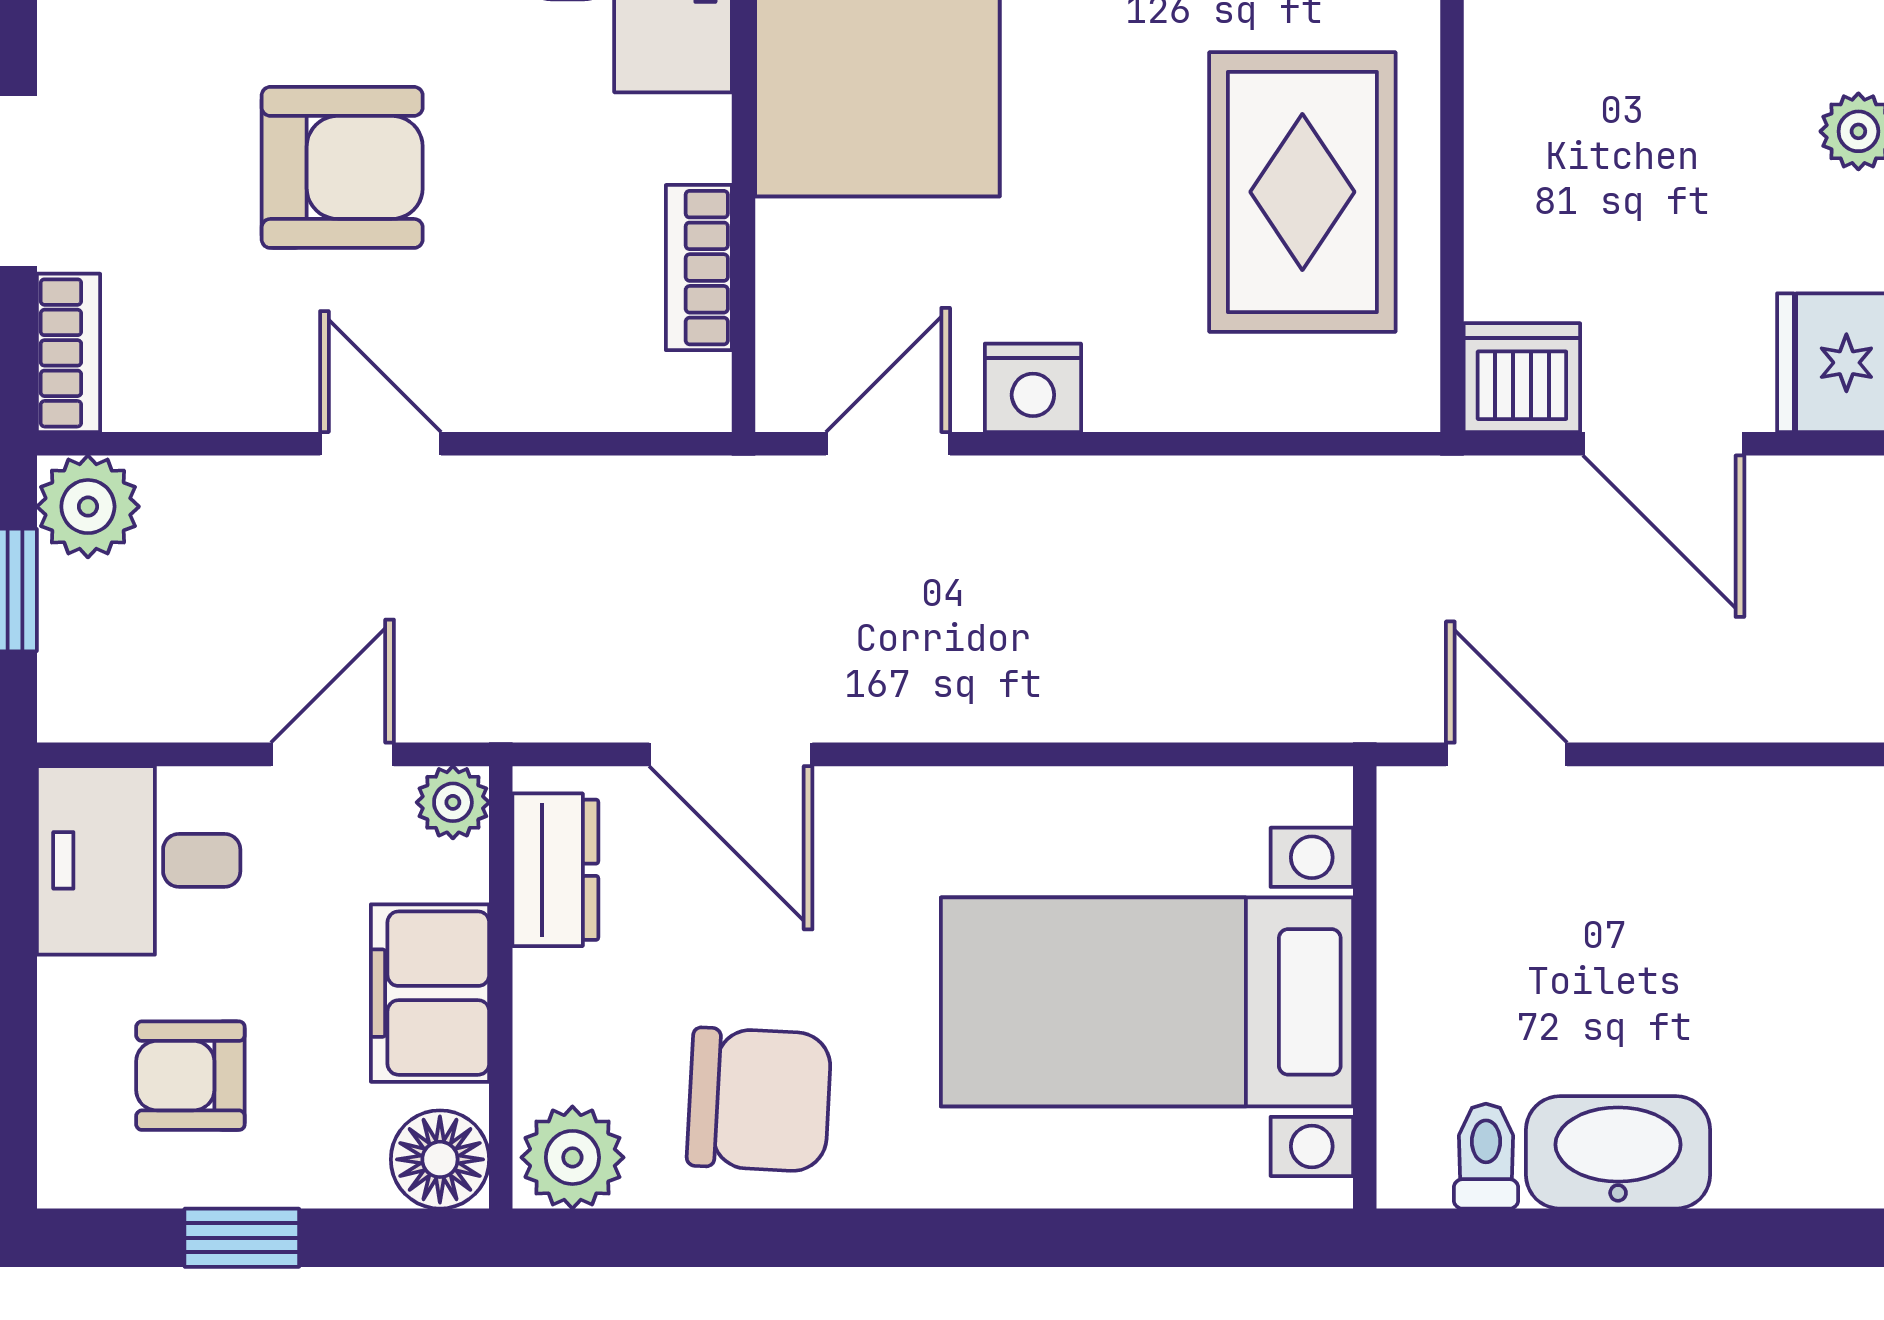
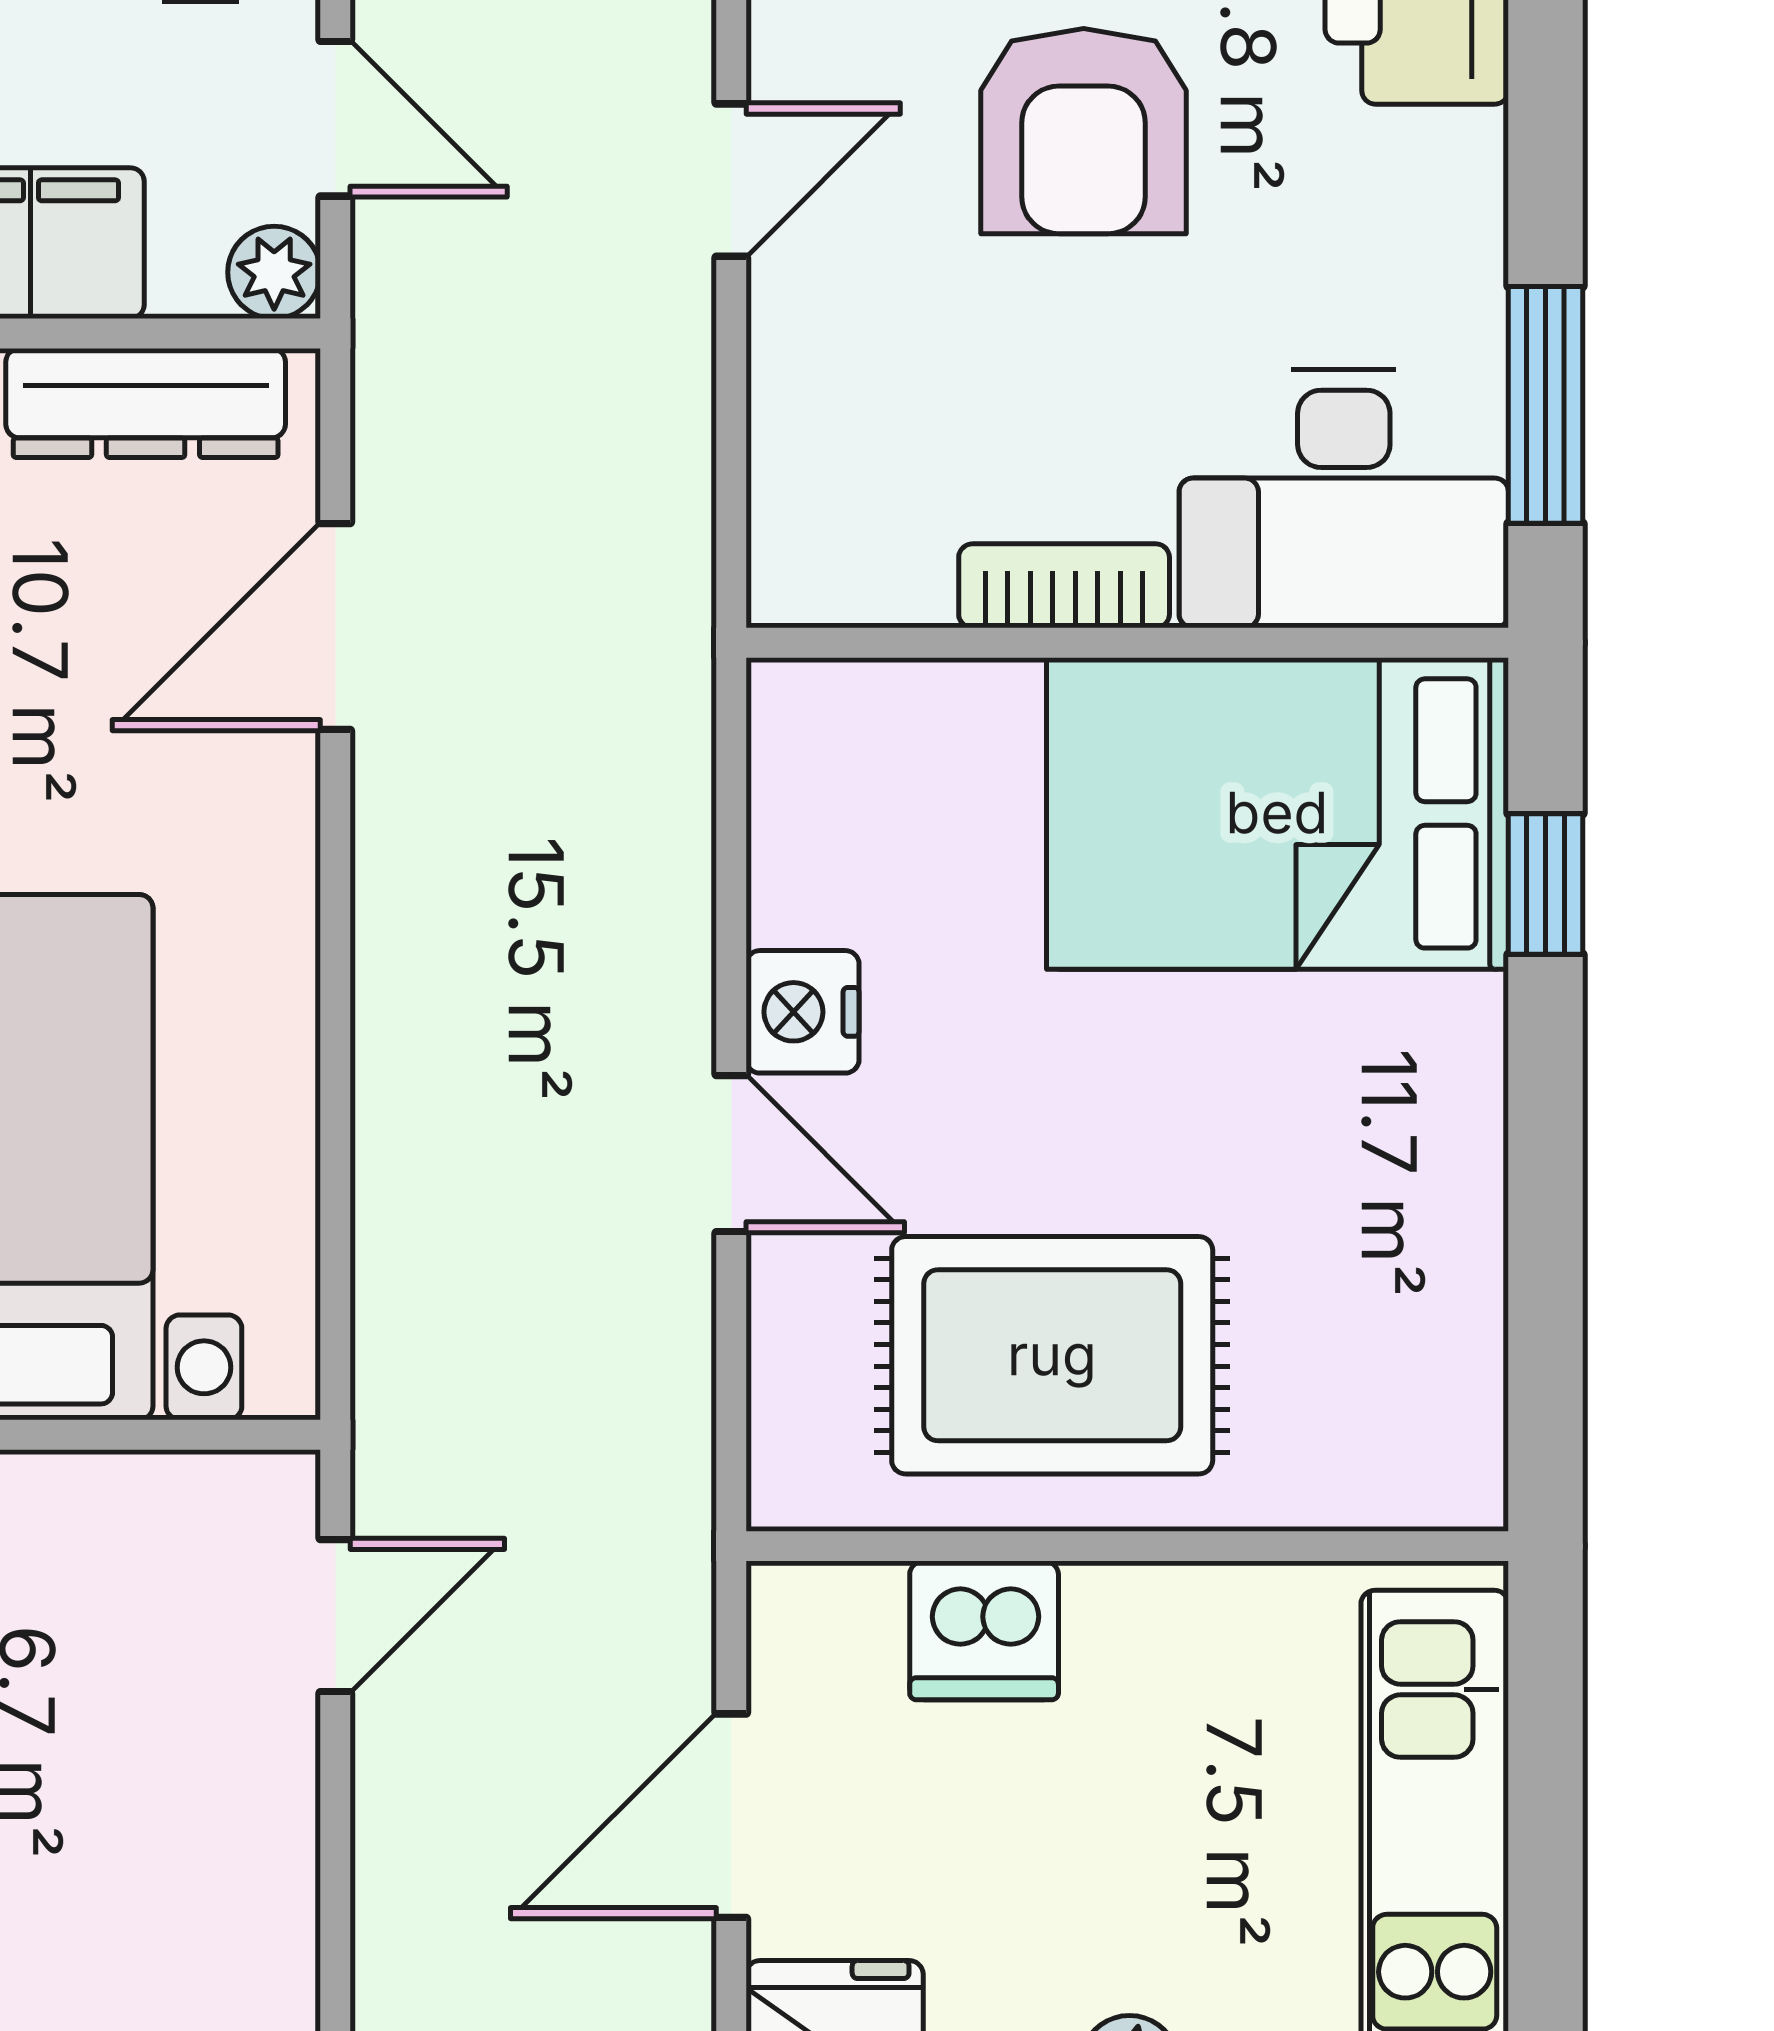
bookcase: (699, 268) -> (1064, 586), moved
dishwasher: (1522, 378) -> (984, 1630), moved, turned 90
door: (888, 444) -> (731, 1154), moved
dresser: (555, 870) -> (146, 403), width x1.44

